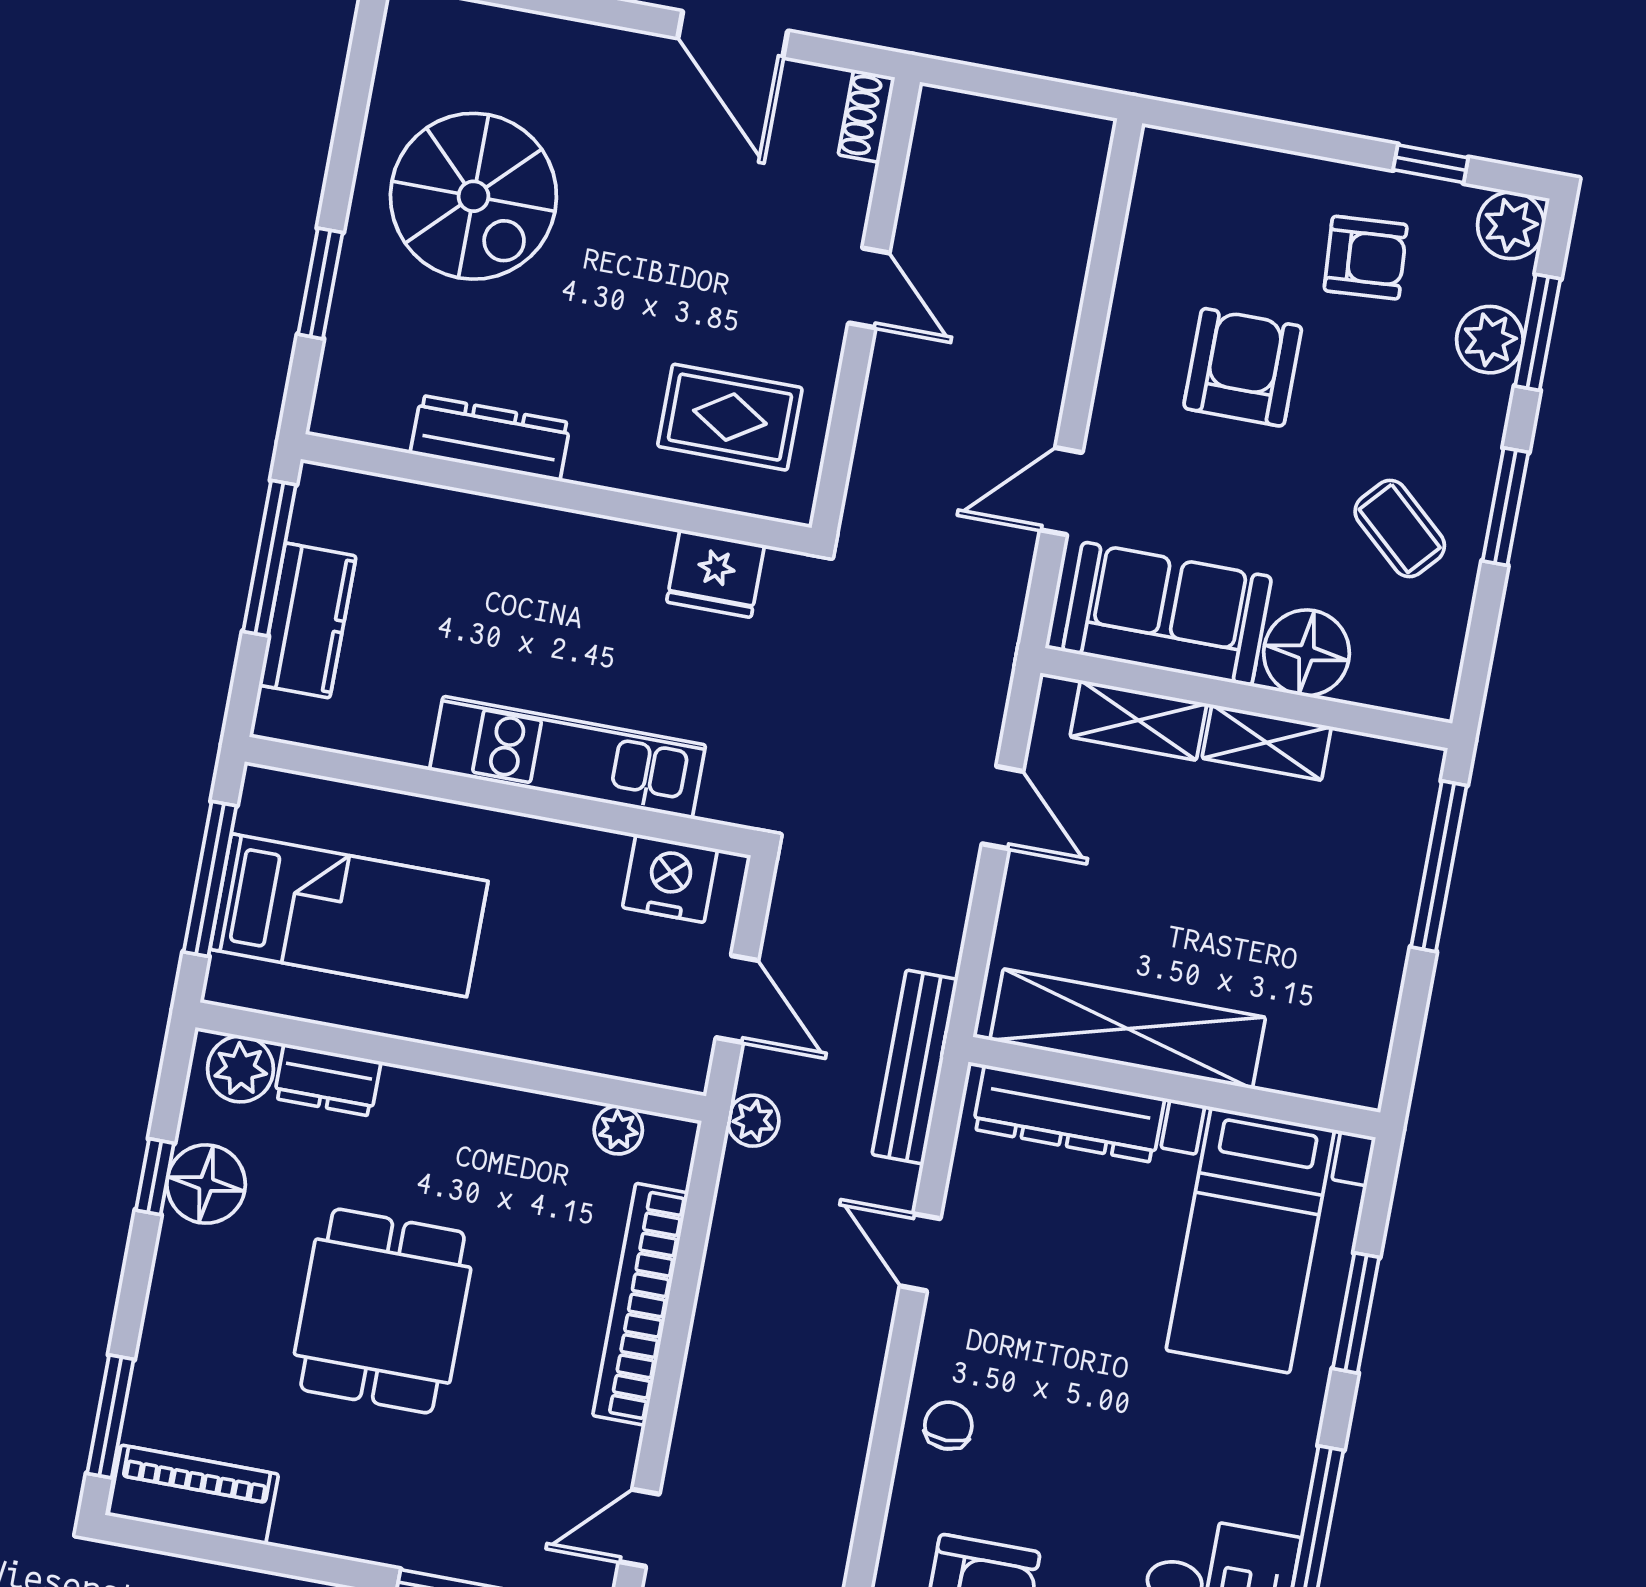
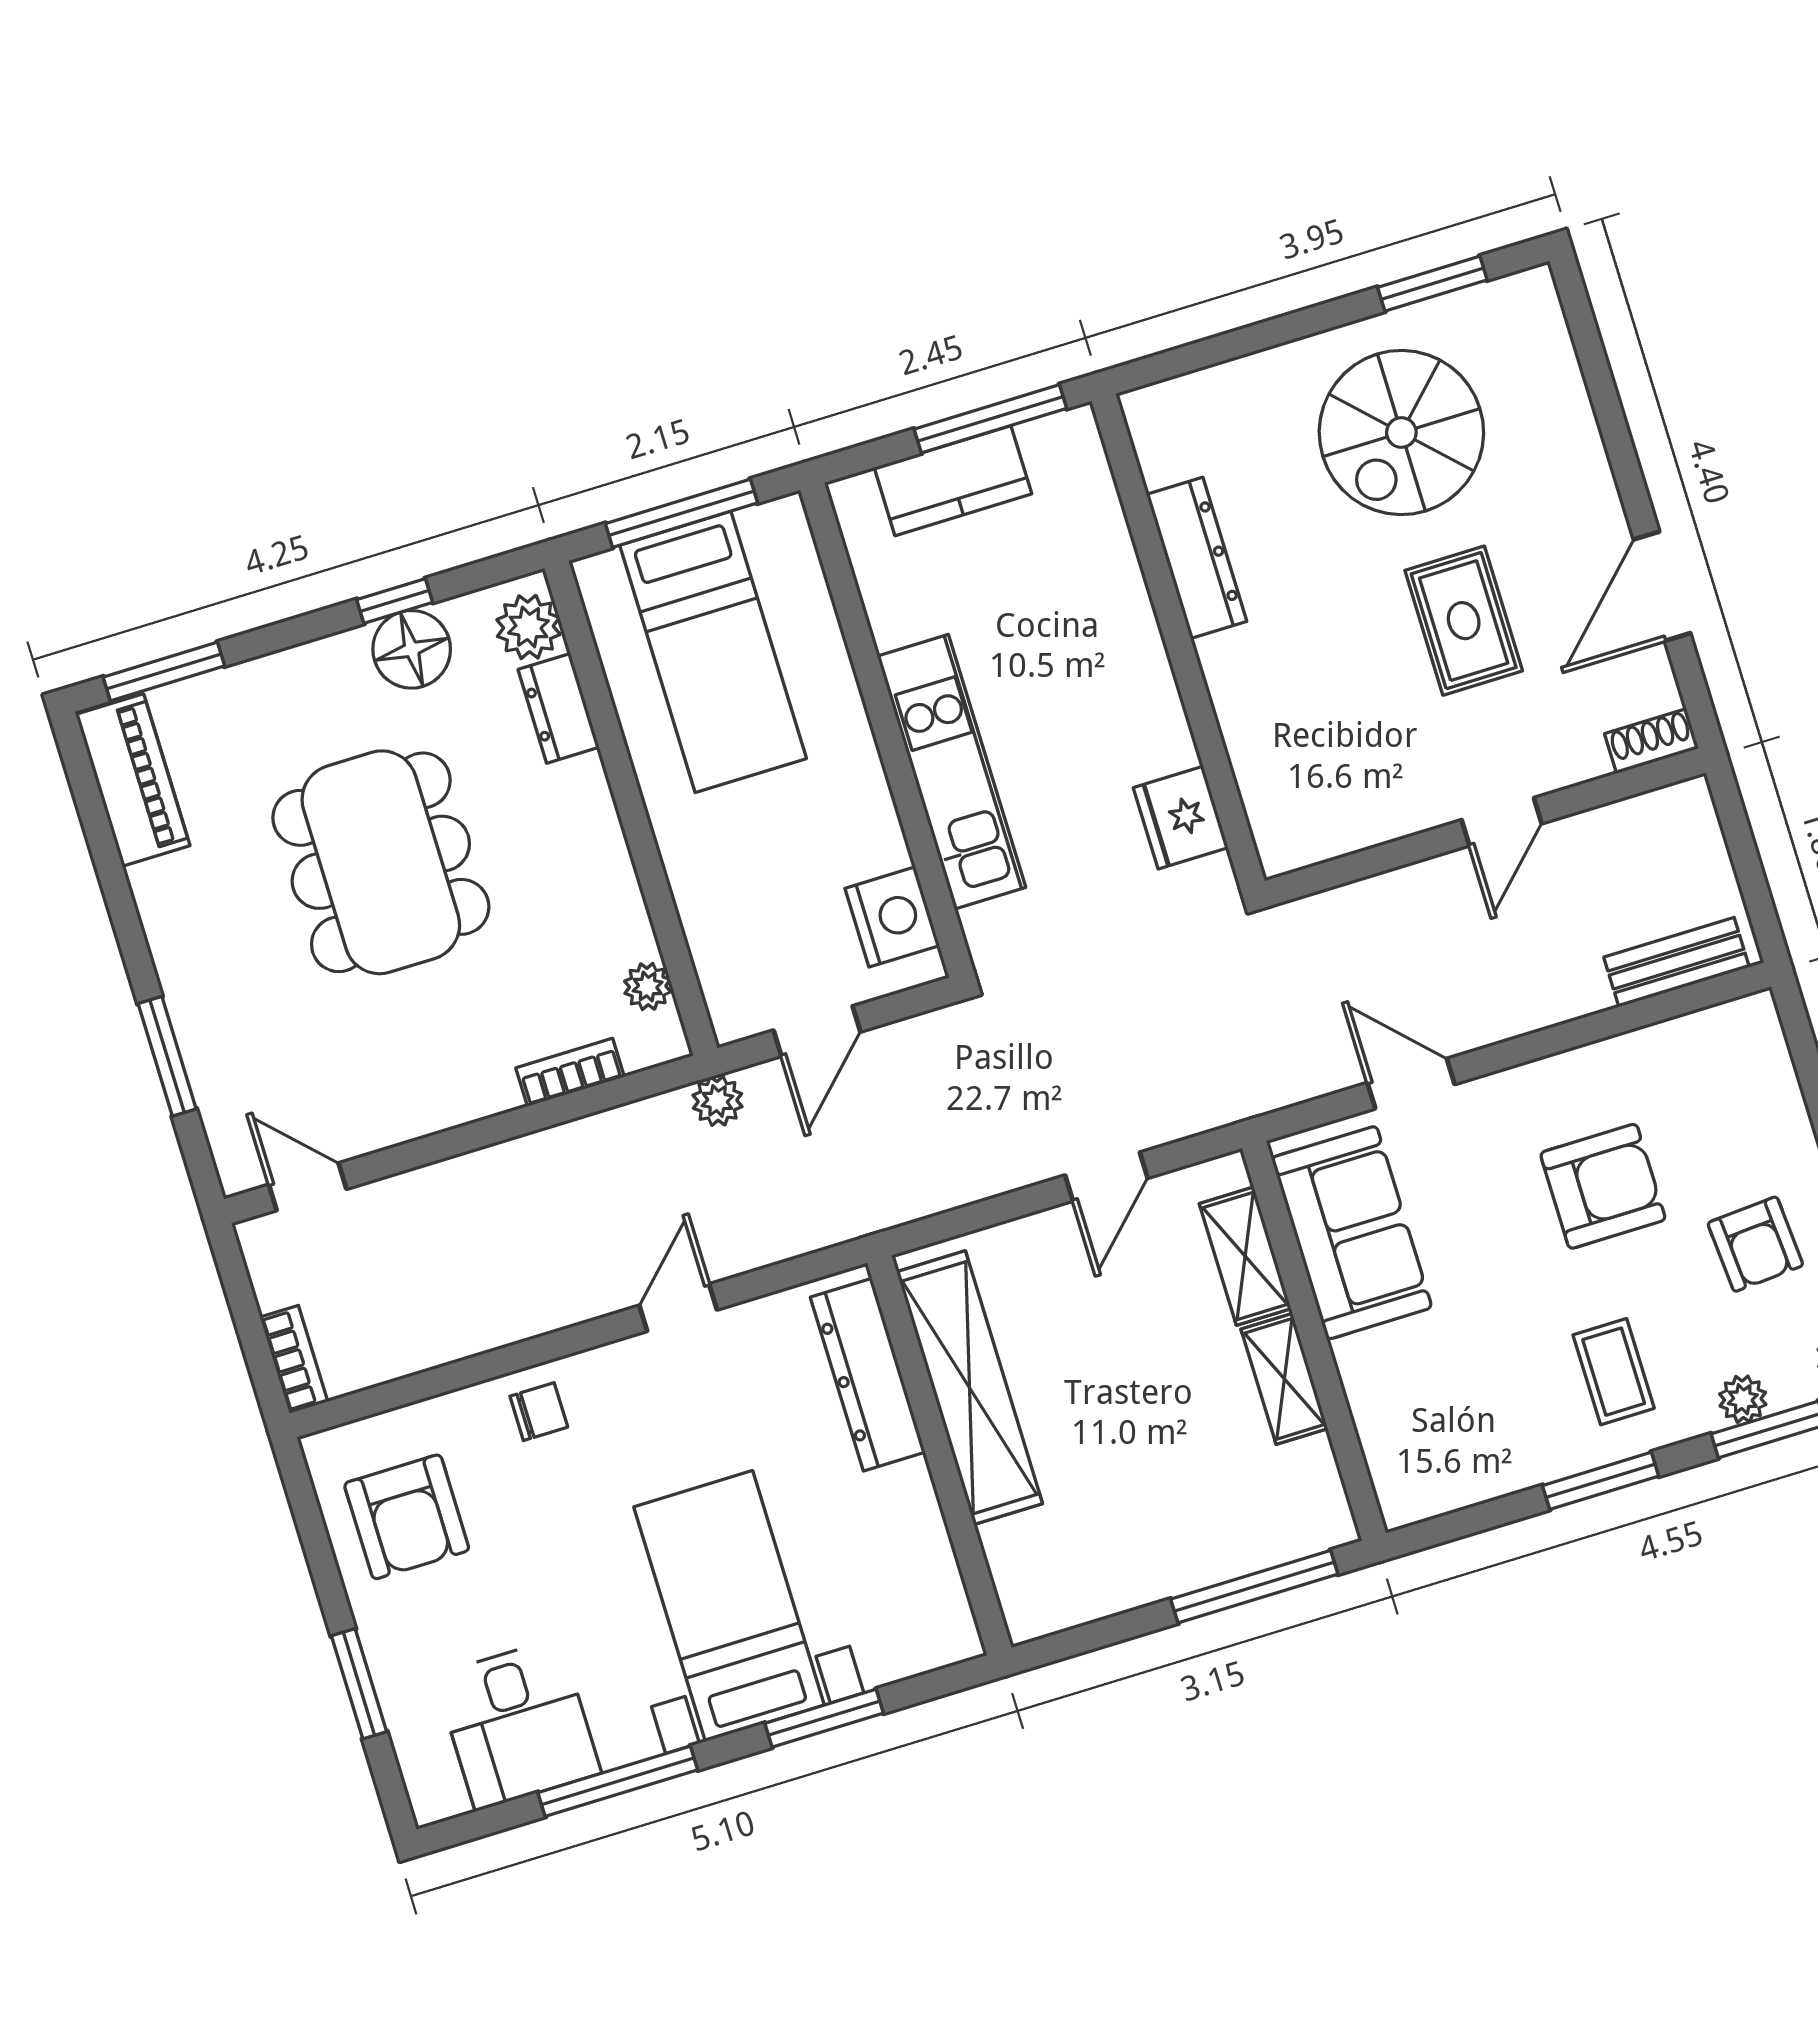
window: (320, 283) -> (1432, 284), moved
plant: (1490, 340) -> (1743, 1399), width x0.73, depth x0.73
rug: (730, 417) -> (1464, 621), moved
coffee table: (1400, 529) -> (1614, 1372), moved, turned -42
floor lamp: (1306, 653) -> (1381, 1373), removed
bench: (915, 1067) -> (1677, 962), moved, width x0.73
bed with nightstands: (1250, 1240) -> (729, 1606), moved, turned 90
bookcase: (640, 1304) -> (570, 1072), width x0.43, depth x0.76
dining table: (383, 1311) -> (381, 862), width x1.38

